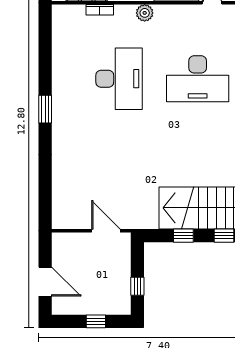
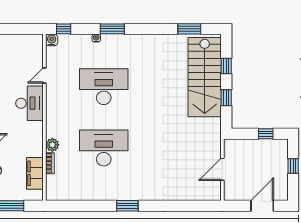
plant: (145, 13) -> (52, 145), moved
desk: (198, 79) -> (104, 87), turned -90
door: (106, 231) -> (222, 169), moved

